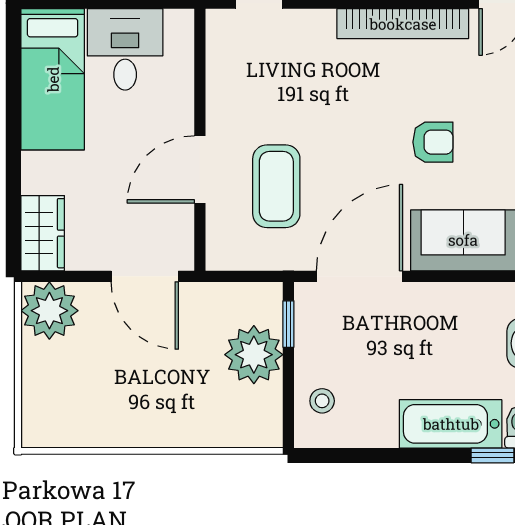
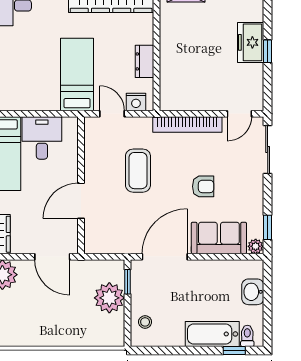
coffee table: (276, 186) -> (138, 171), moved

